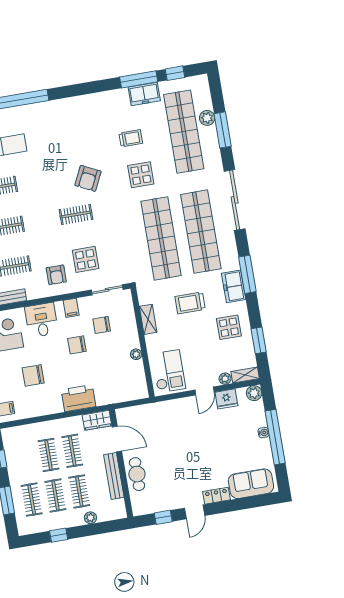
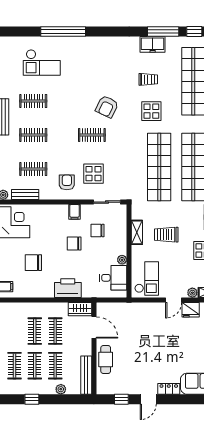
freezer: (144, 94) -> (153, 44), moved
armchair: (56, 275) -> (67, 182), turned 180
trolley: (190, 303) -> (166, 235), moved
desk: (41, 320) -> (113, 278), moved, turned 90
bench: (114, 476) -> (86, 375), moved

